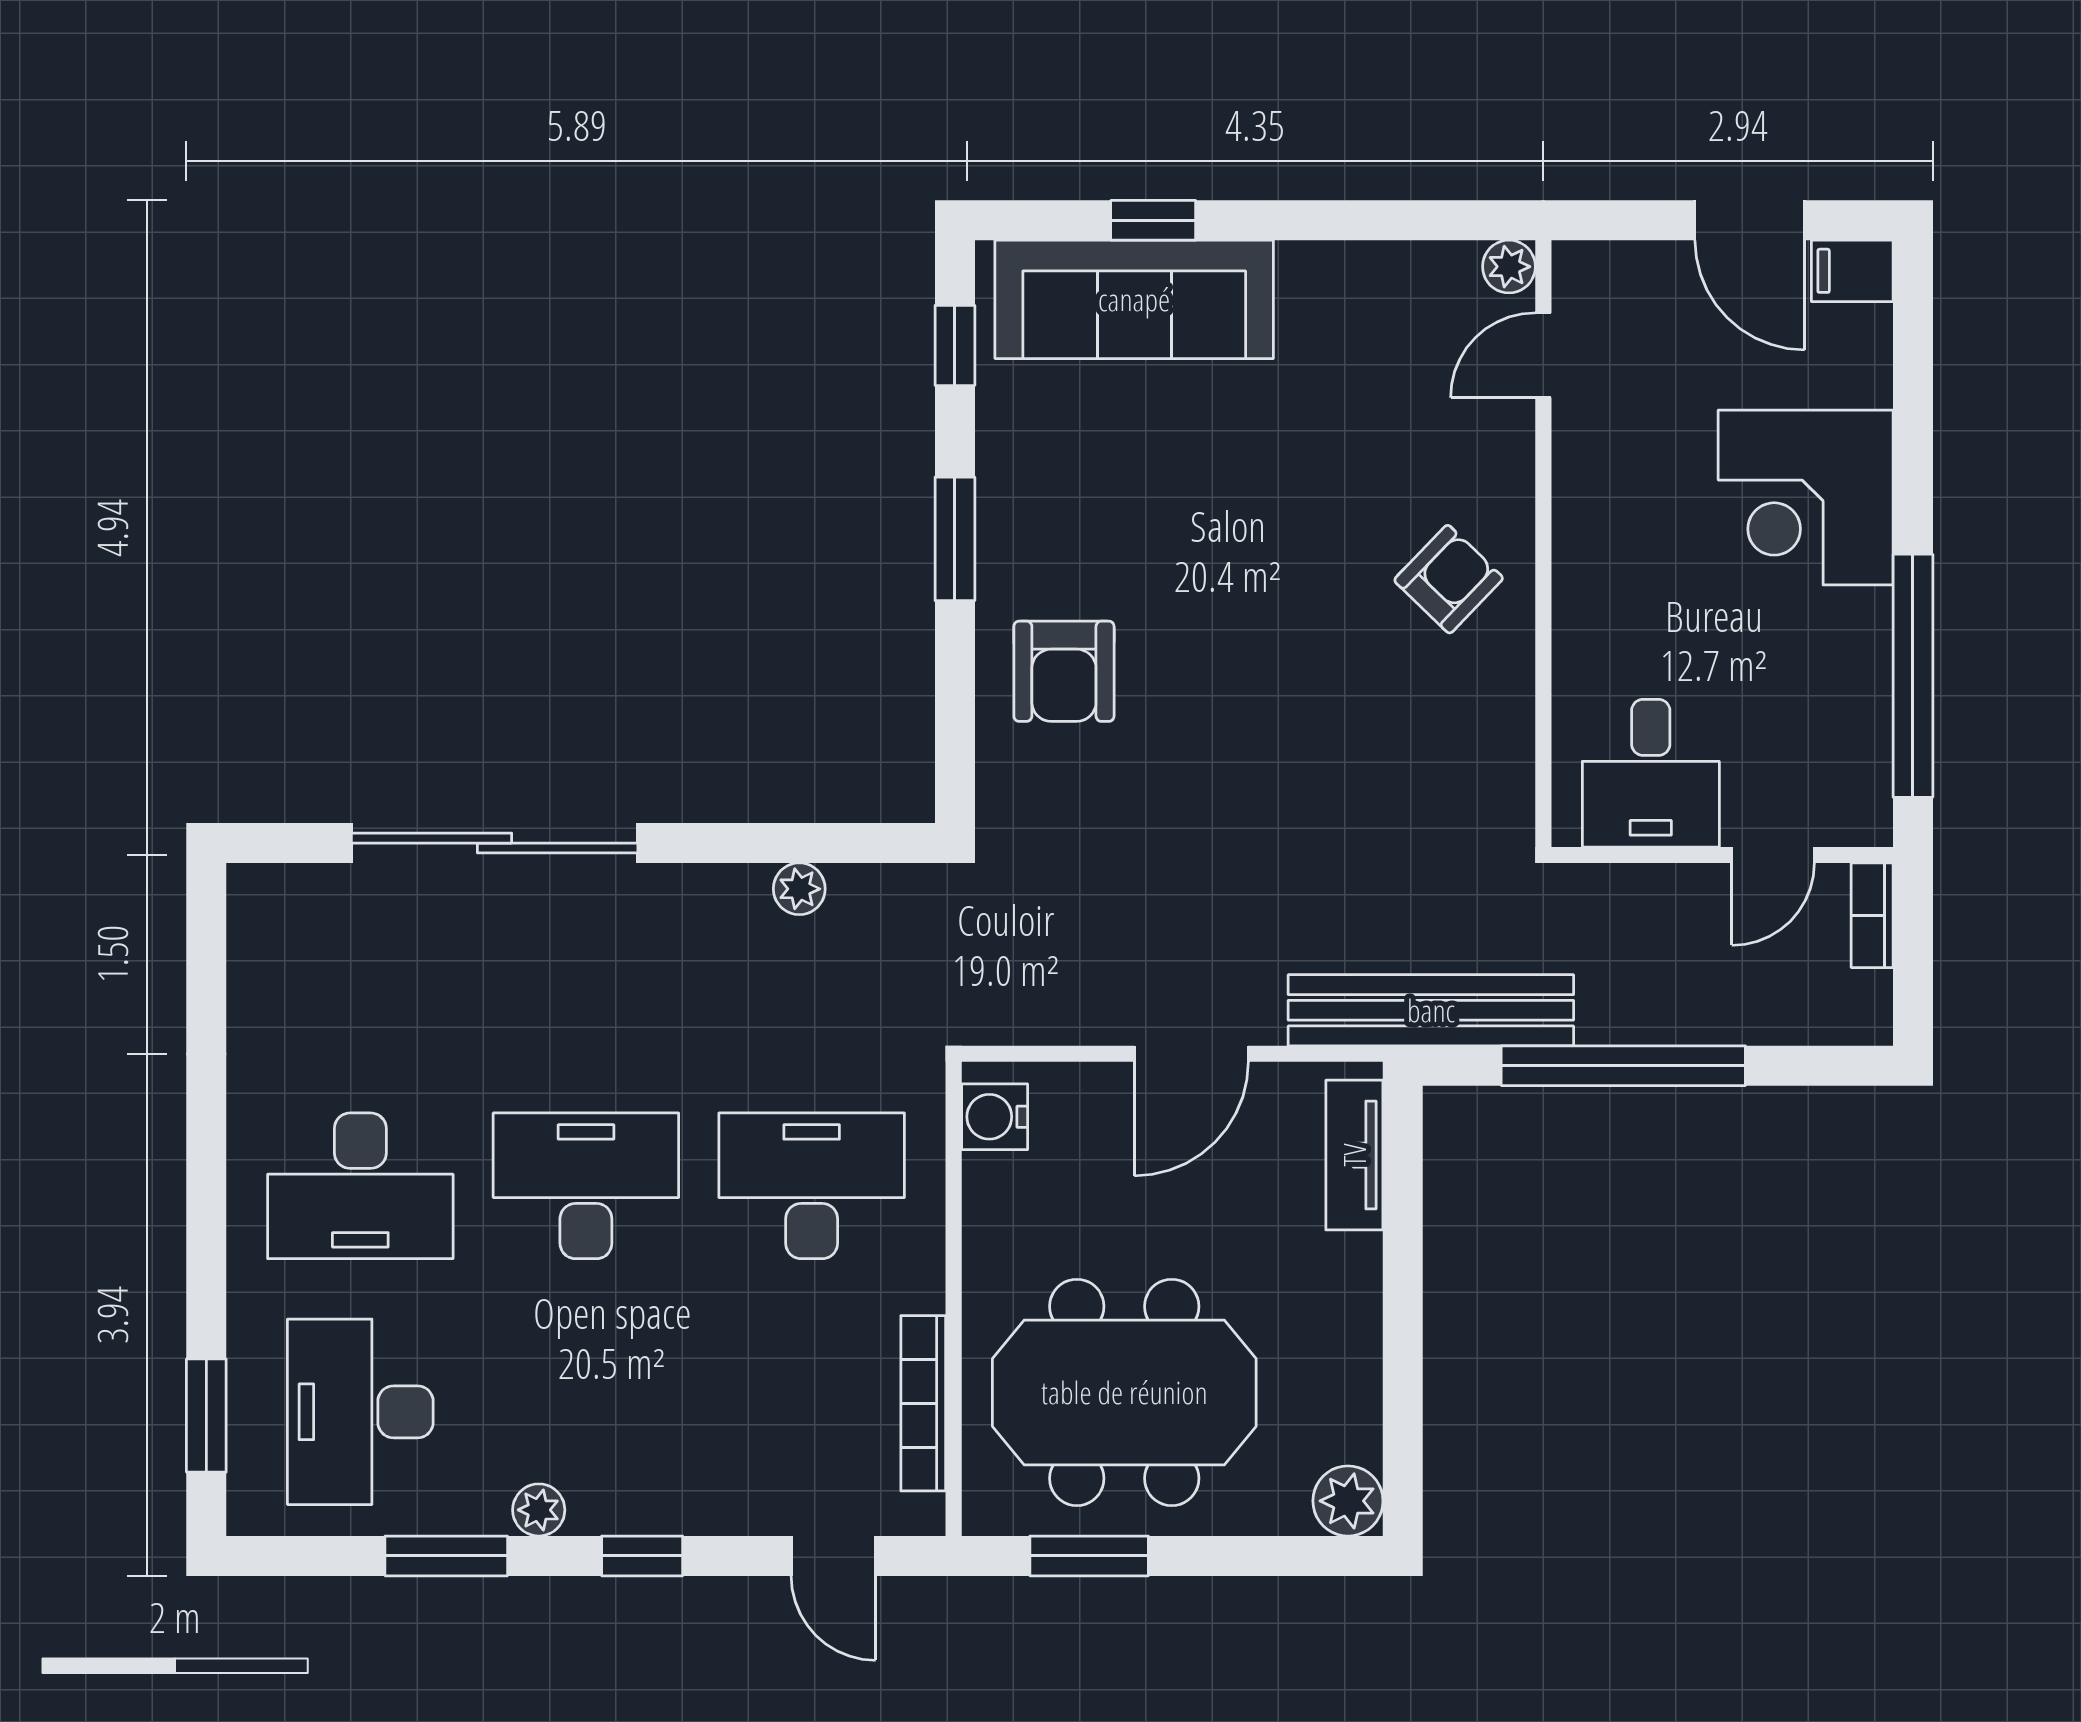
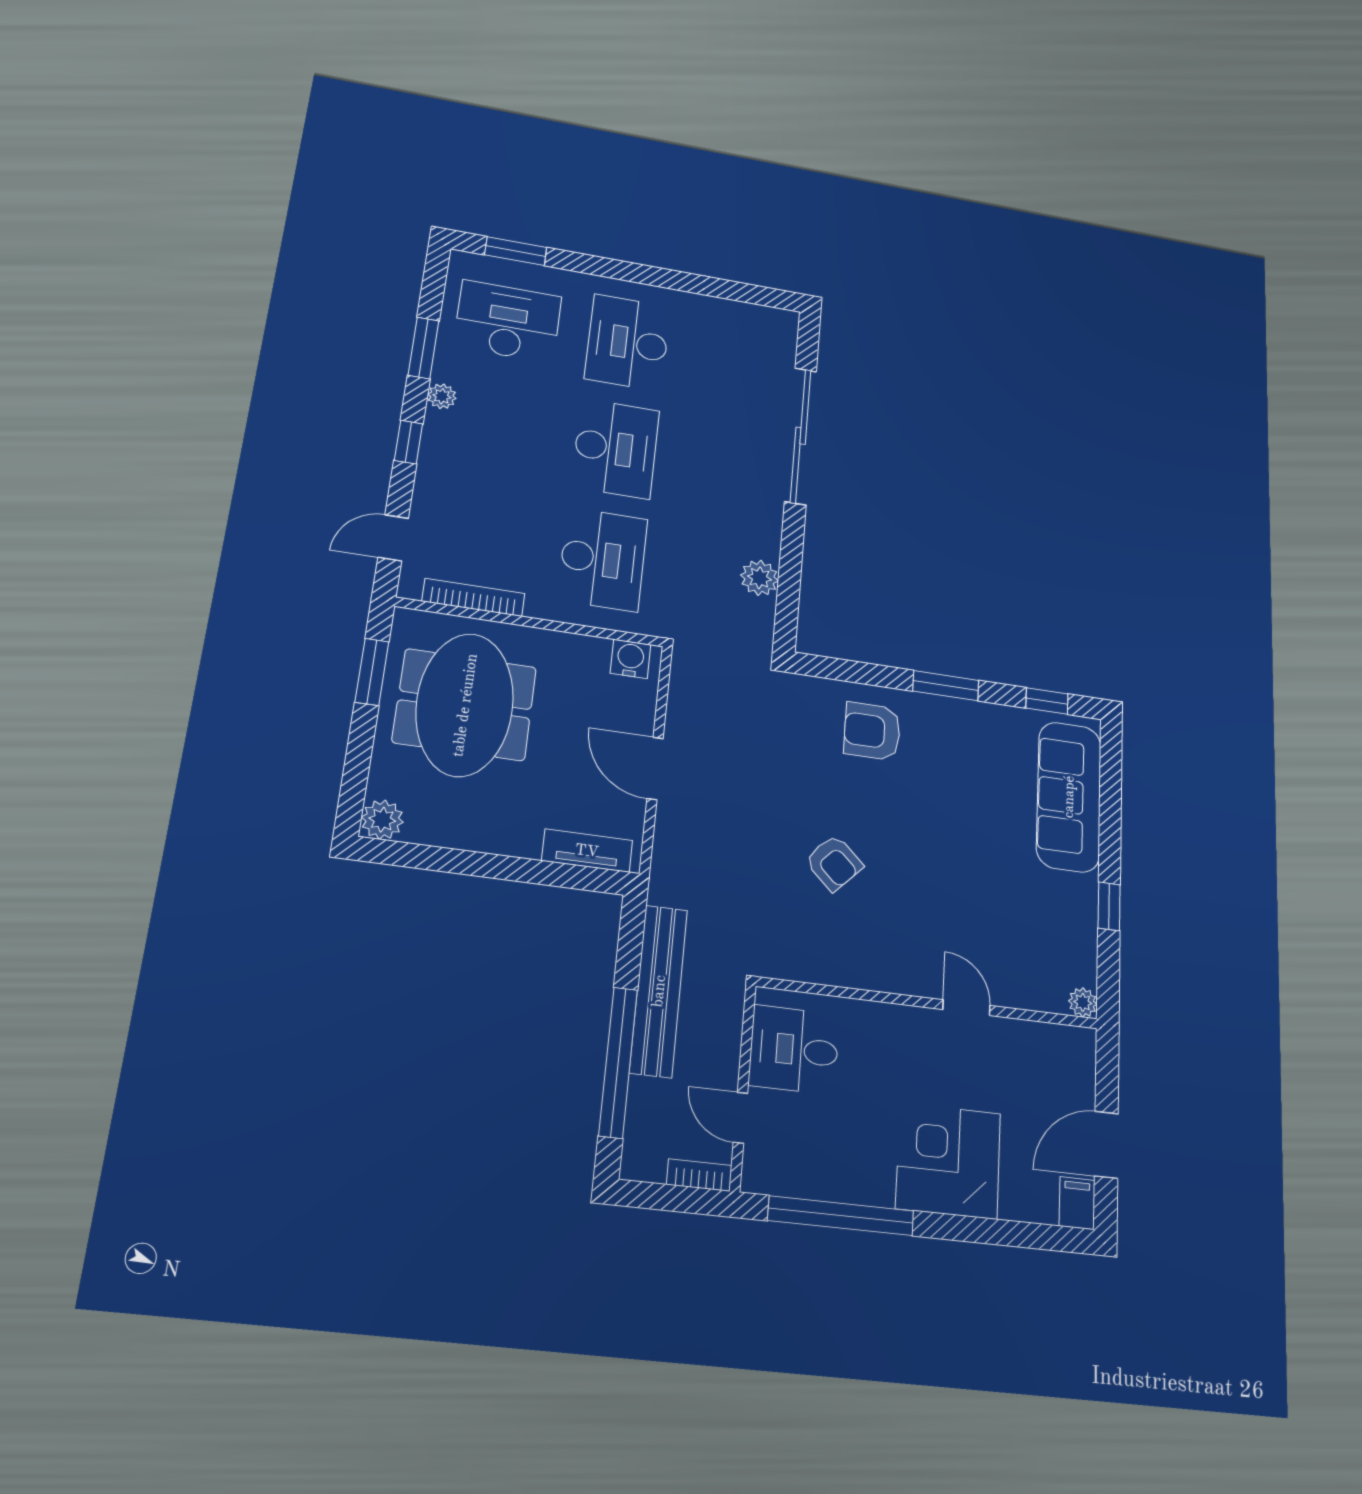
window: (1153, 220) -> (1109, 906), moved
door: (1543, 355) -> (966, 1008), moved
armchair: (1449, 579) -> (834, 863), moved
plant: (799, 889) -> (759, 578), width x1.38, depth x1.38
bench: (1431, 1010) -> (659, 991), moved
window: (1623, 1066) -> (618, 1062), moved

